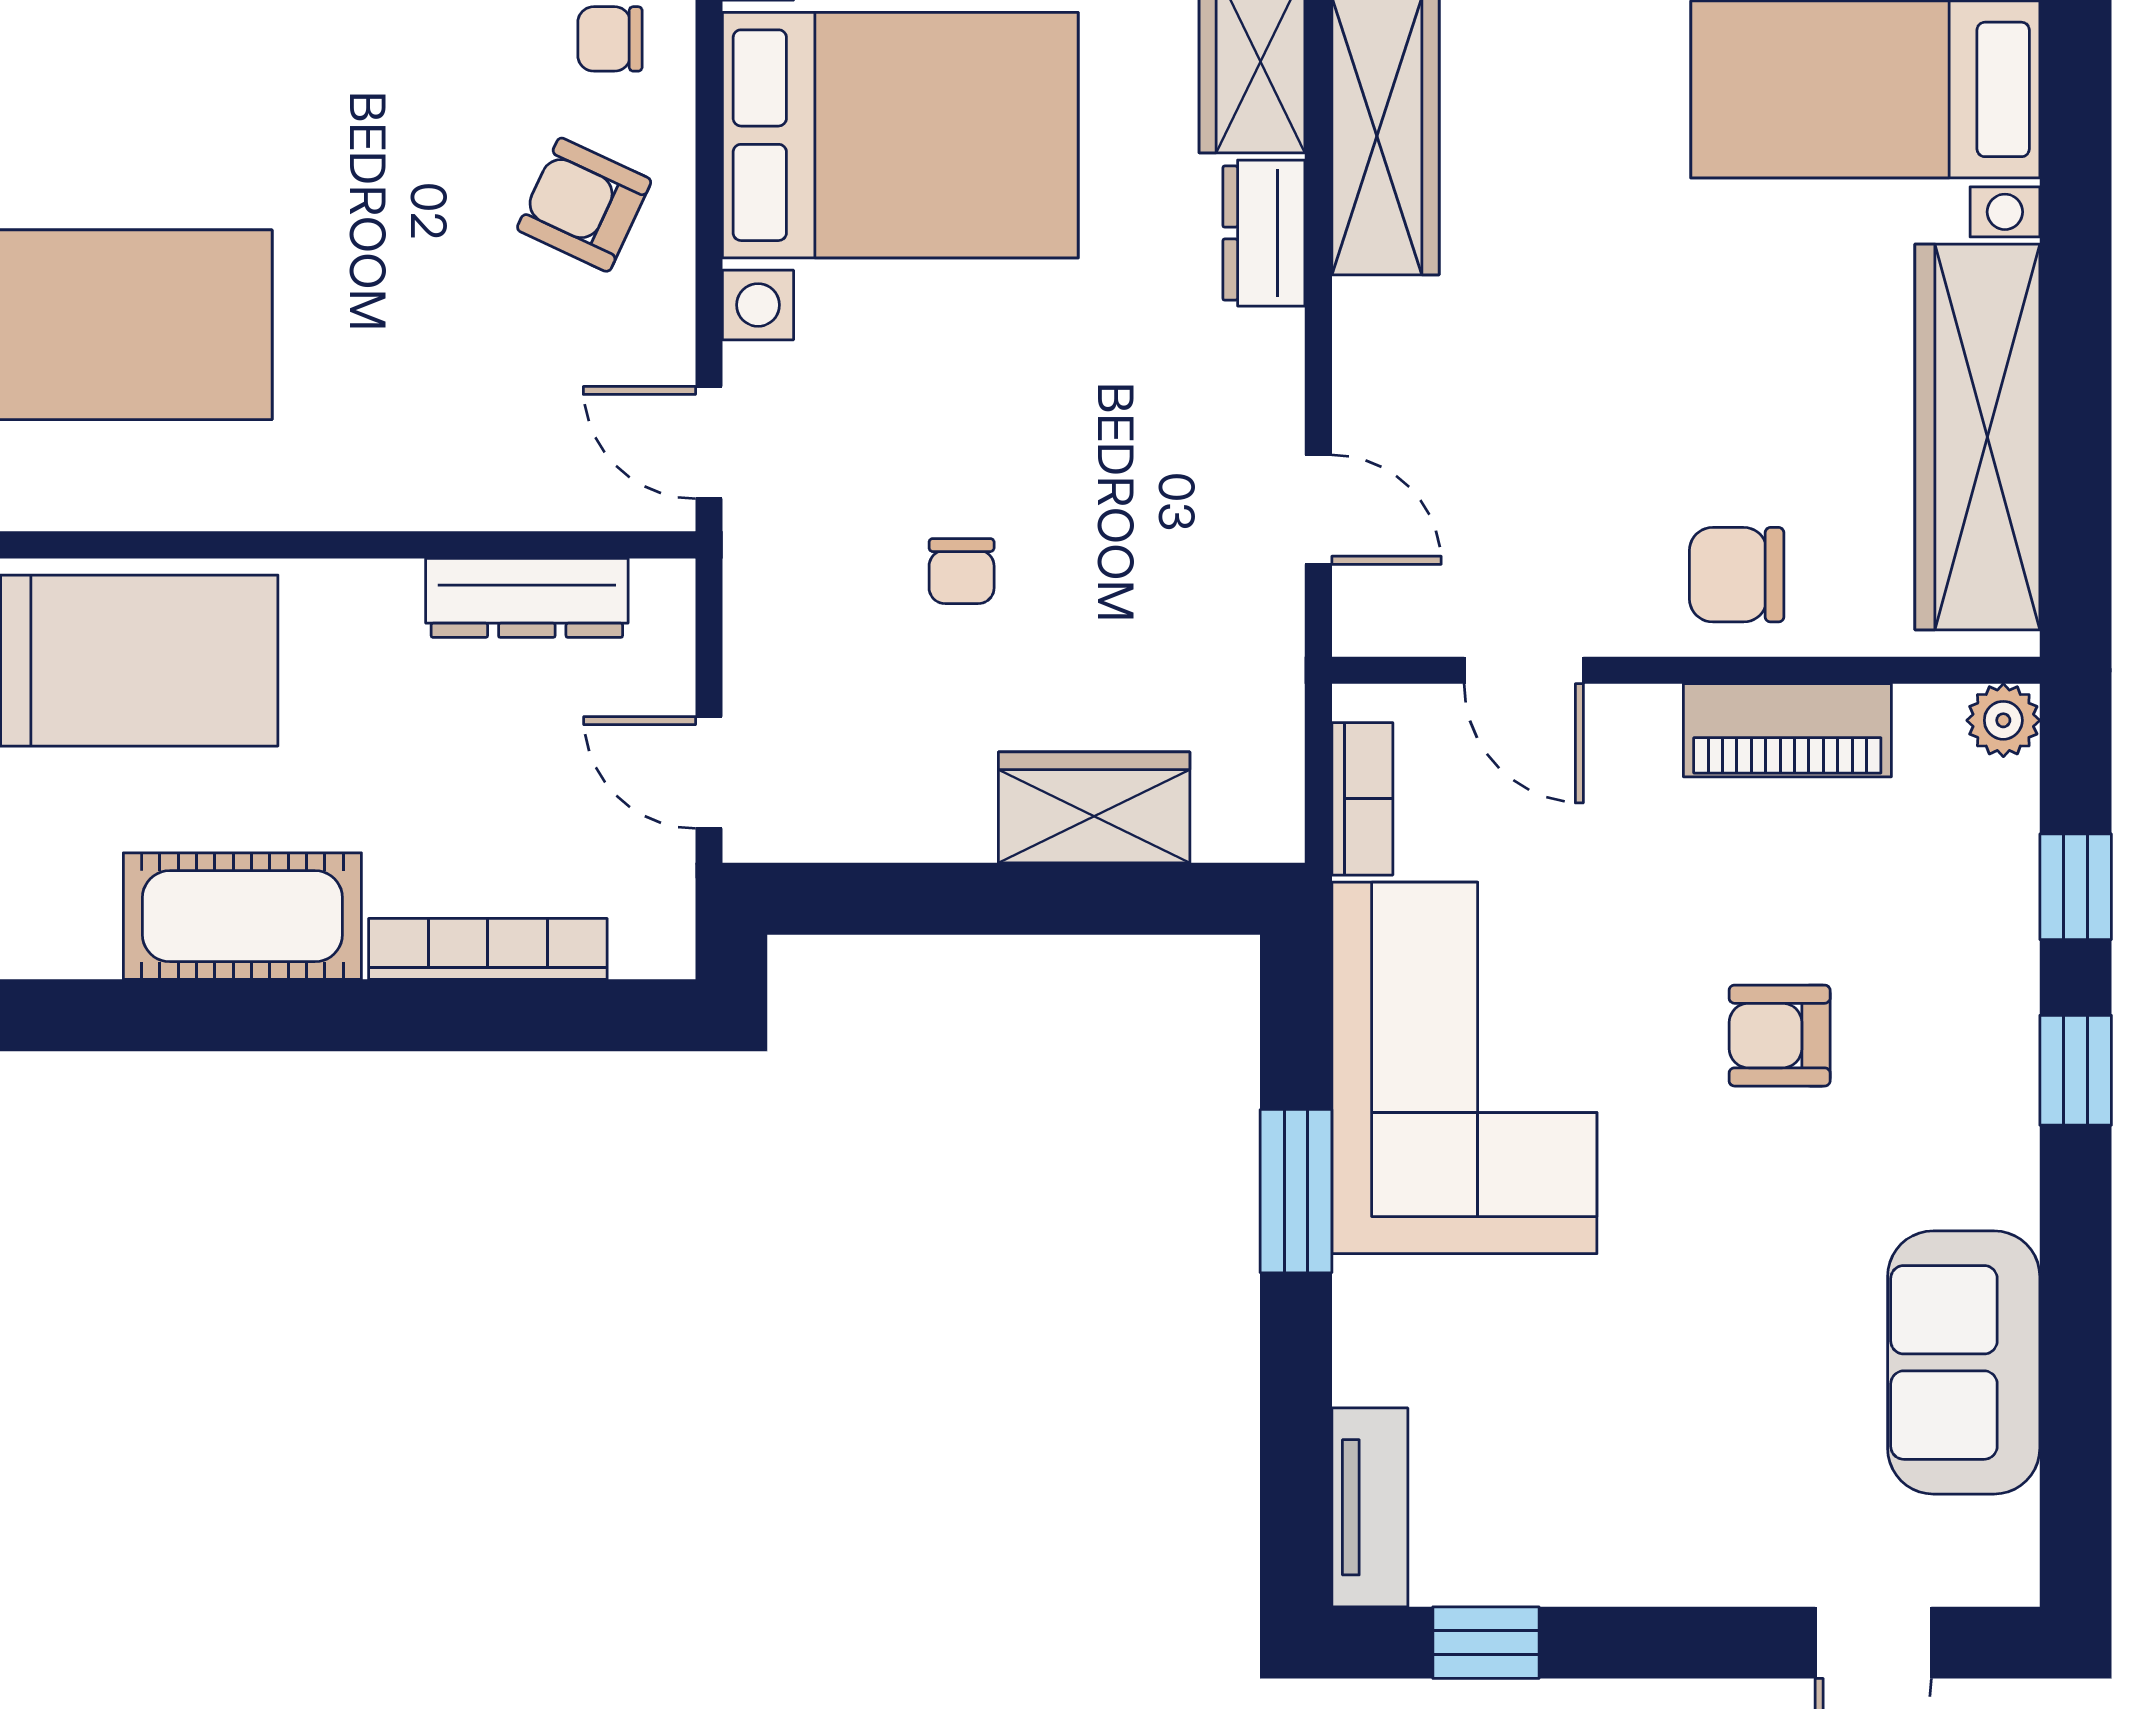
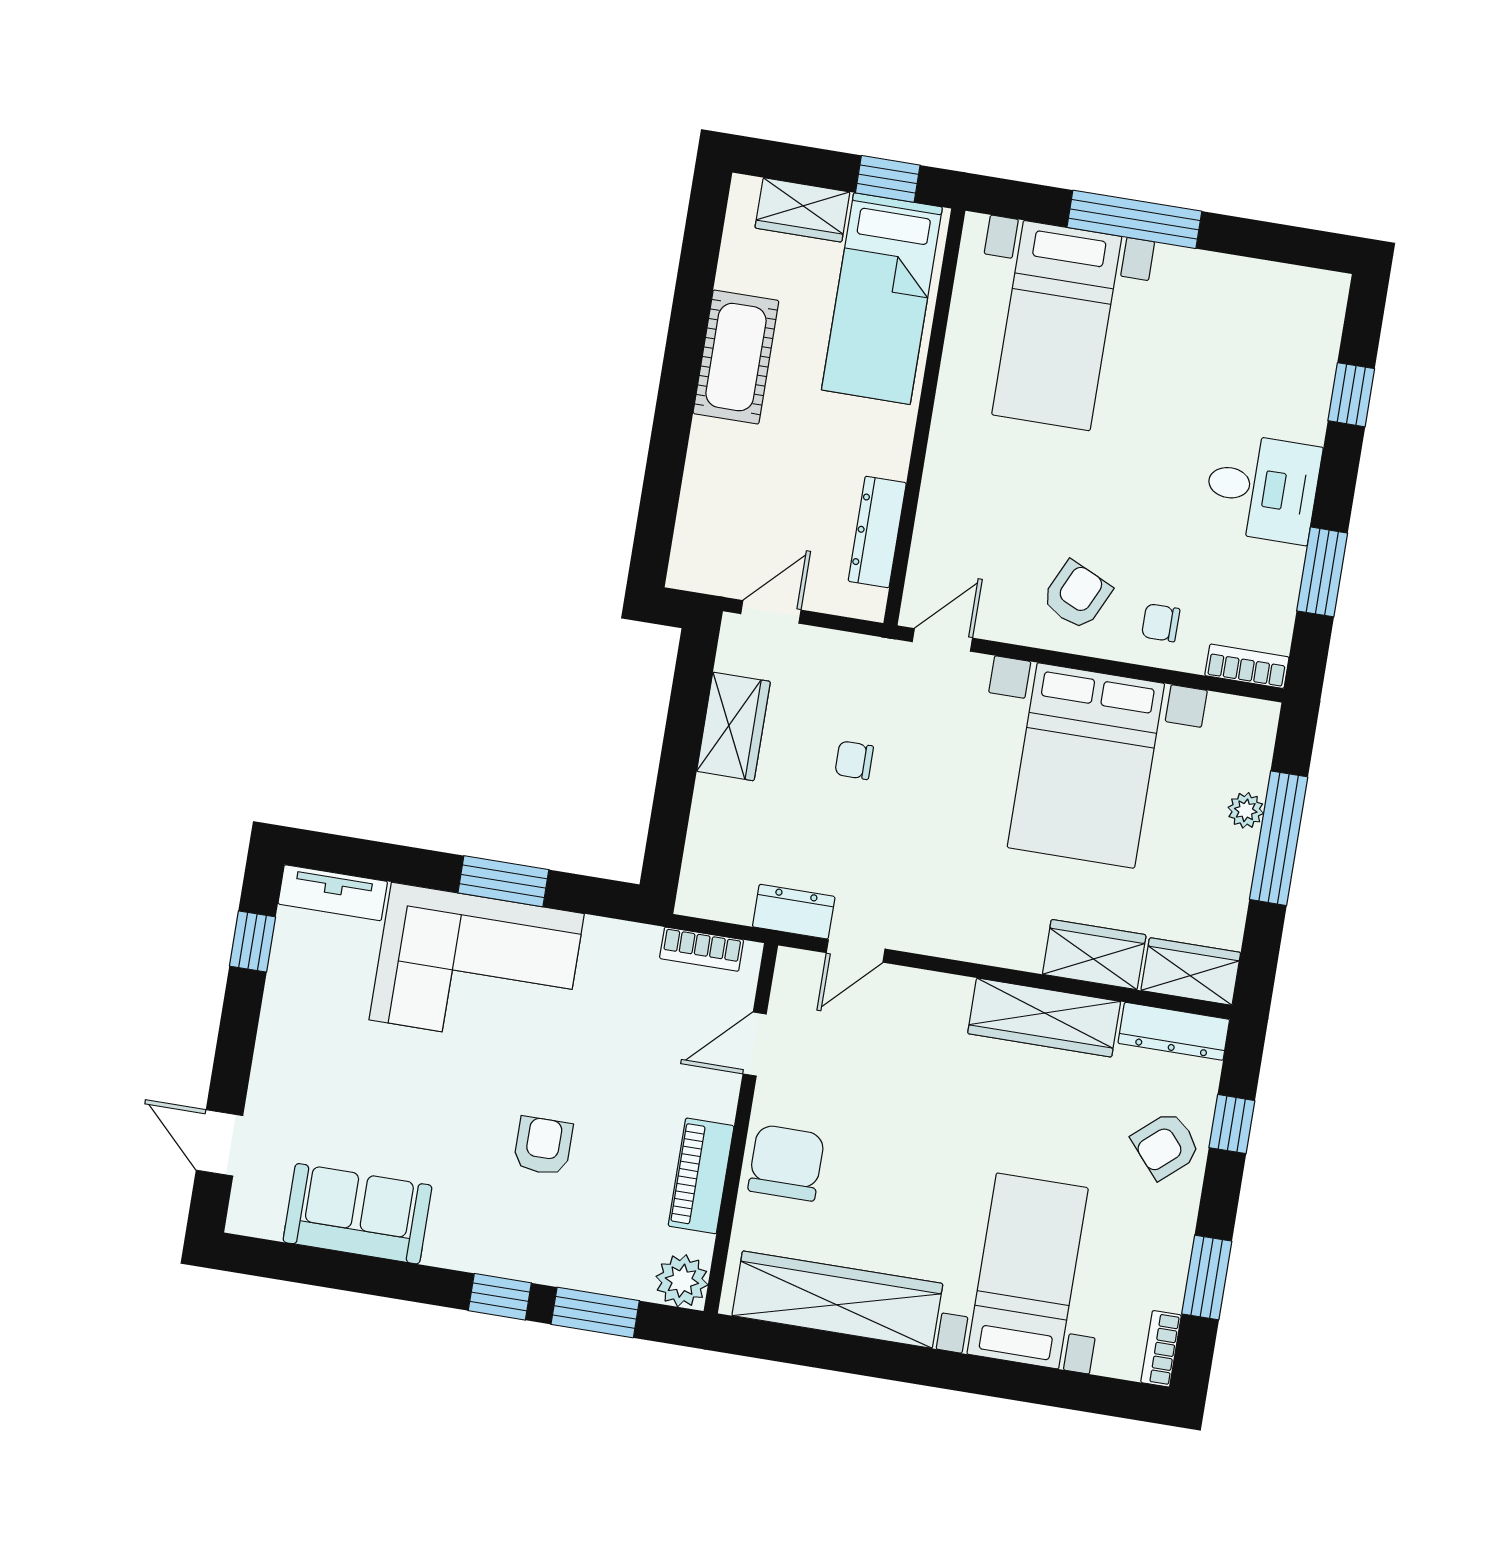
chair: (610, 39) -> (1161, 623), turned -90
dresser: (1264, 233) -> (794, 912), moved
chair: (1737, 575) -> (786, 1163), width x1.37, depth x1.37
plant: (2003, 720) -> (682, 1281), width x1.38, depth x1.38
wardrobe: (1094, 807) -> (733, 726), moved
window: (2076, 887) -> (595, 1312), width x1.50
bookcase: (488, 949) -> (698, 482), removed
corner sofa: (1464, 1068) -> (477, 967), moved

